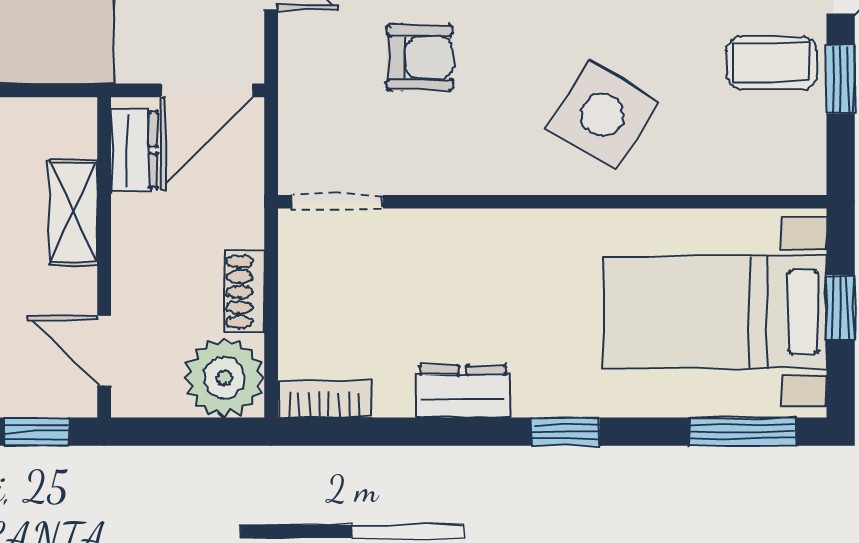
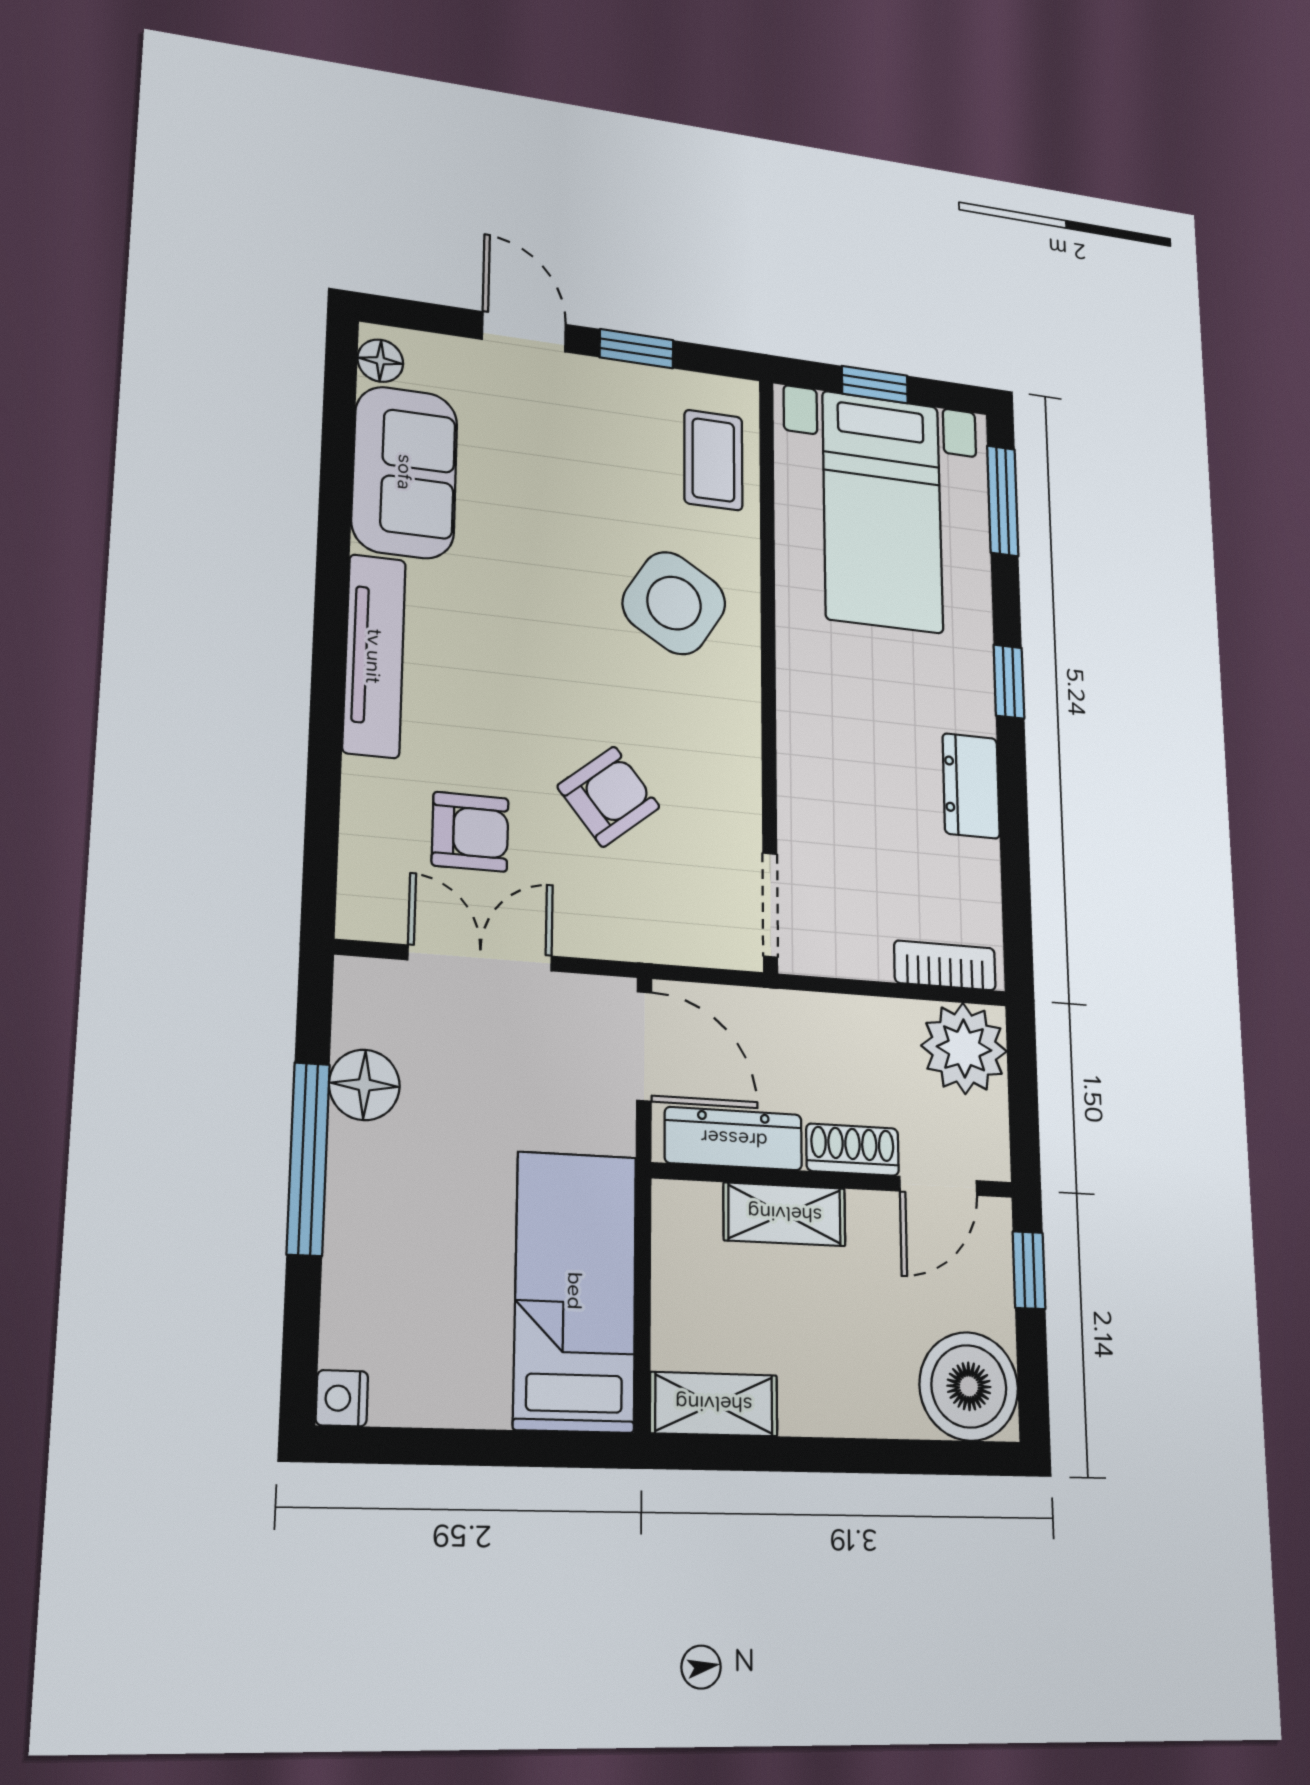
armchair: (420, 58) -> (608, 797), turned 51
coffee table: (772, 62) -> (713, 460), moved
dresser: (134, 150) -> (734, 1139), width x1.44
shoe rack: (244, 292) -> (853, 1150), moved, turned 180
bookcase: (325, 399) -> (945, 965), moved, turned 90

